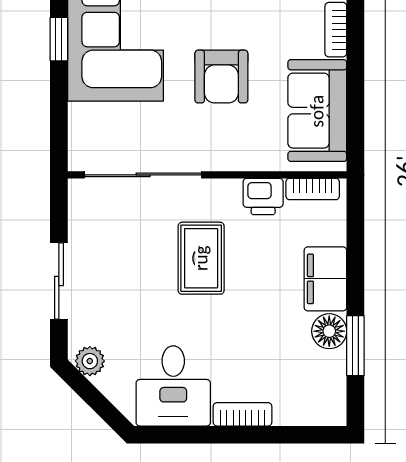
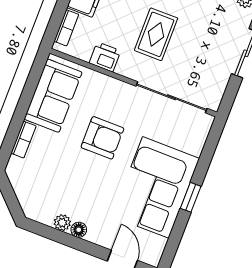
armchair: (221, 77) -> (102, 138), turned 90
bookcase: (313, 189) -> (66, 28), moved, turned 90

